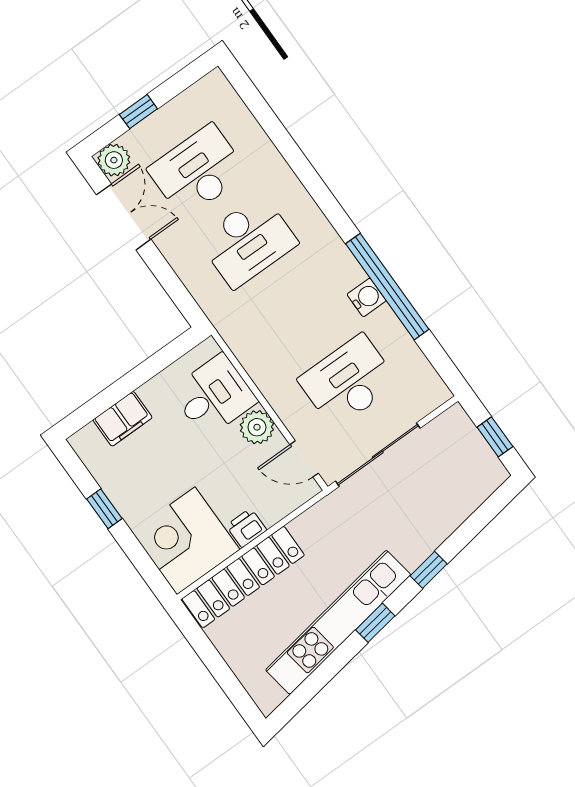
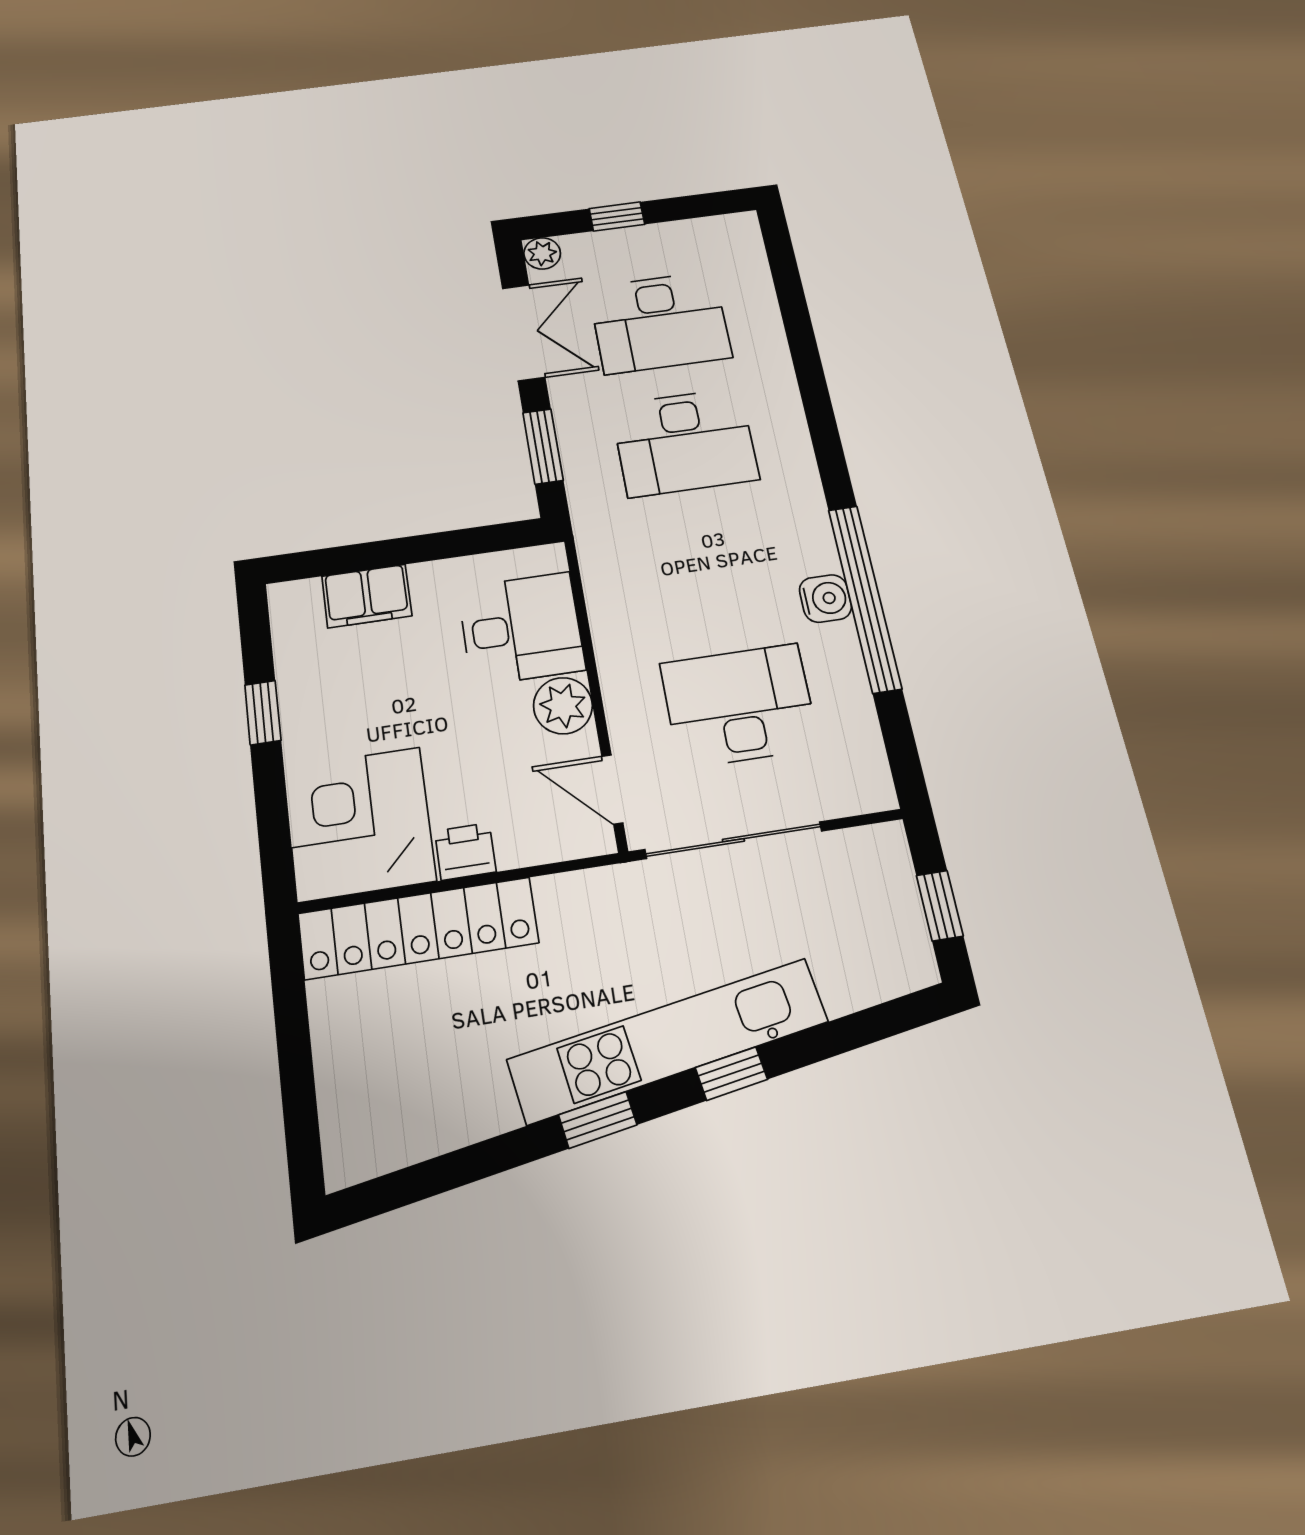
plant: (114, 160) -> (542, 253), width x0.73, depth x0.73
desk: (198, 171) -> (660, 322), turned 180
window: (171, 283) -> (543, 446), added
kitchen unit: (338, 622) -> (668, 1041), moved

